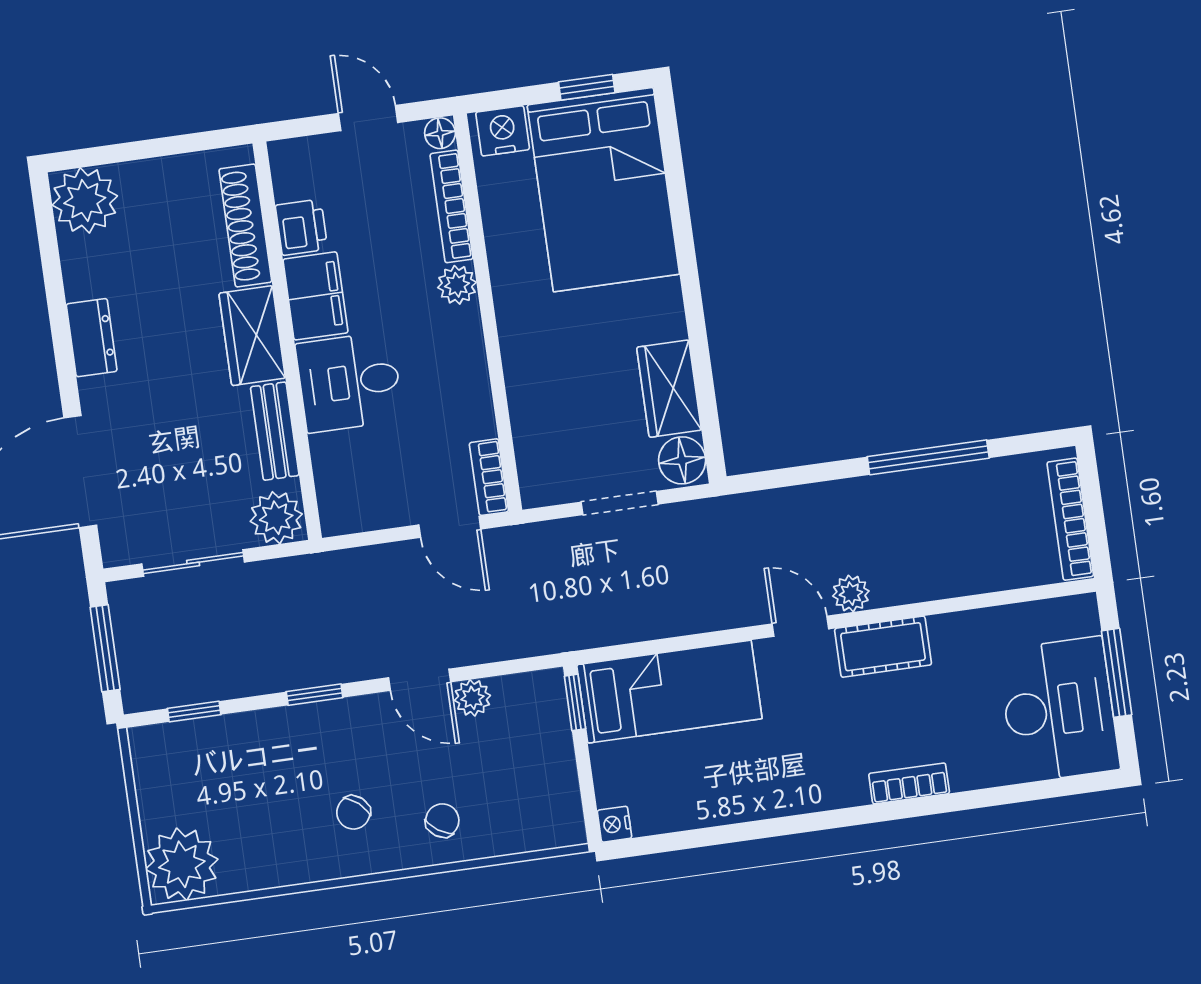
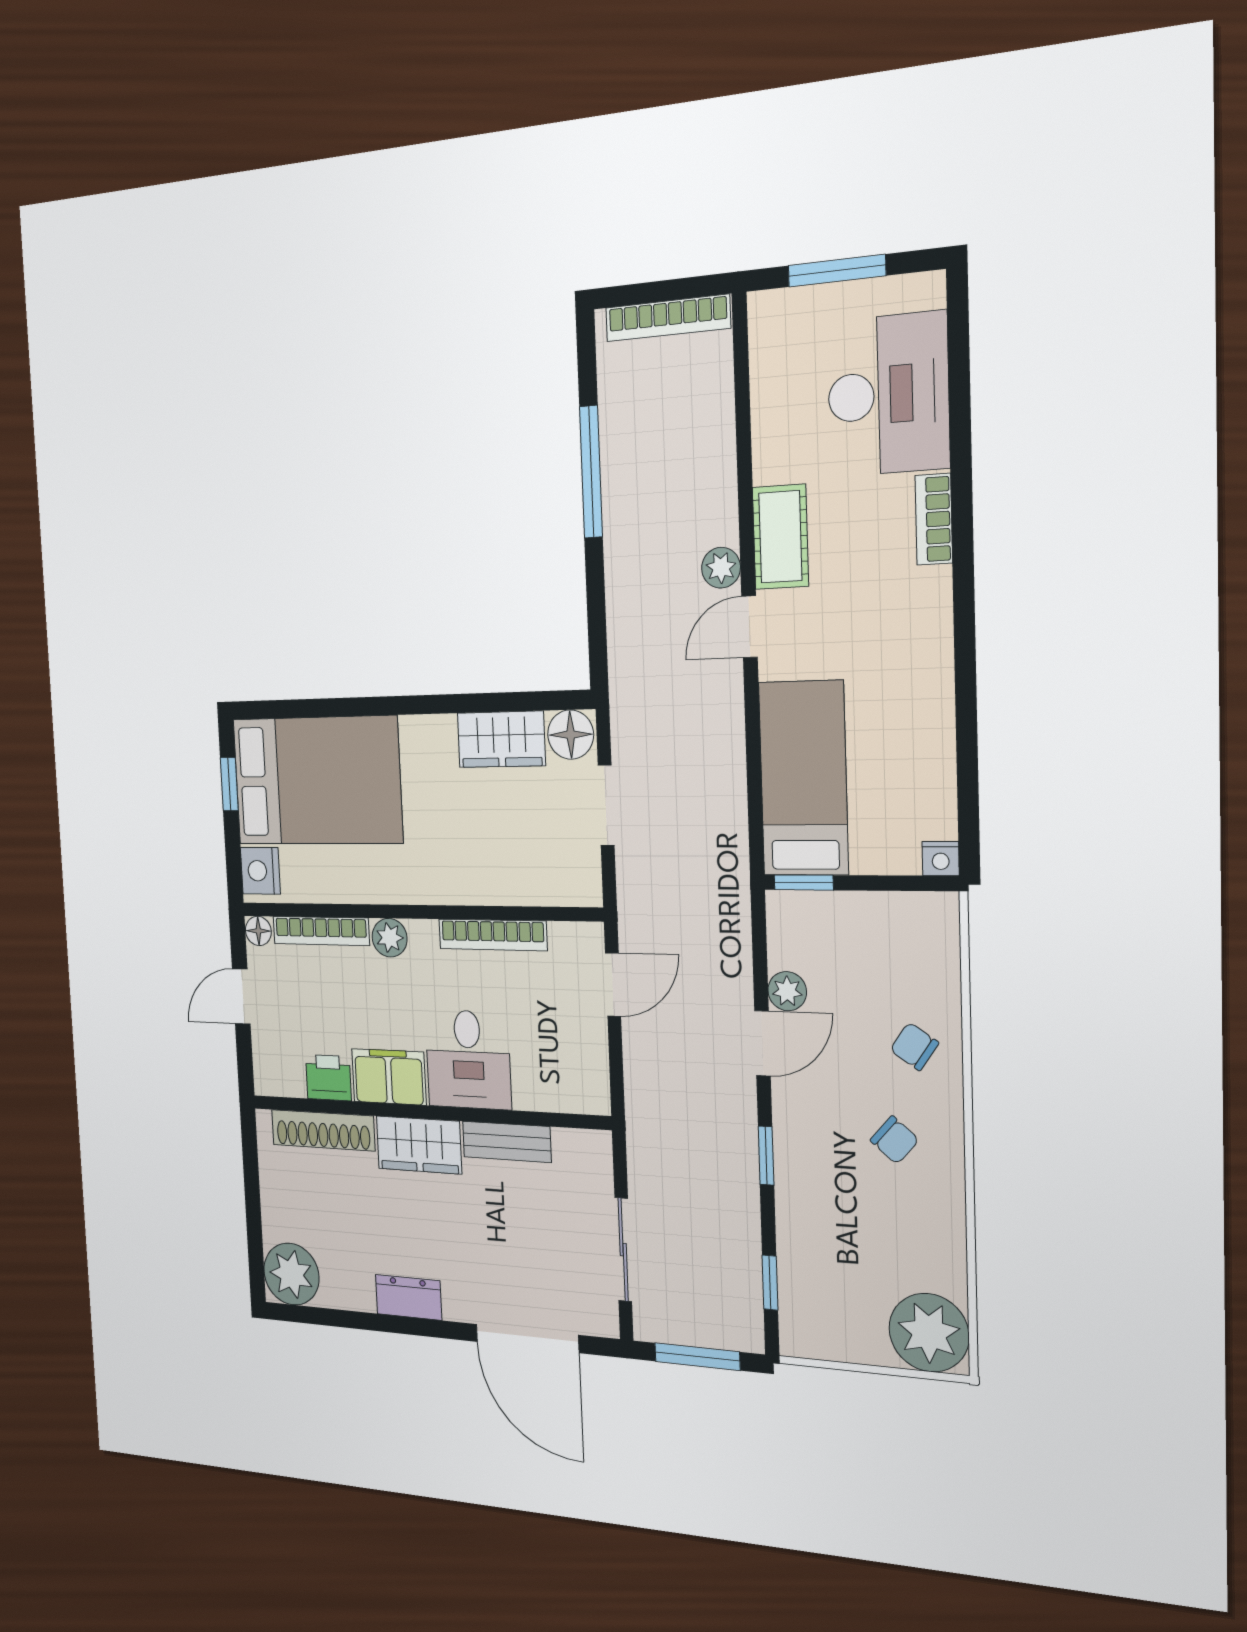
bookcase: (489, 477) -> (493, 935), moved, width x1.56
plant: (276, 518) -> (588, 1158), removed
desk: (1059, 710) -> (888, 395), moved, turned 90

